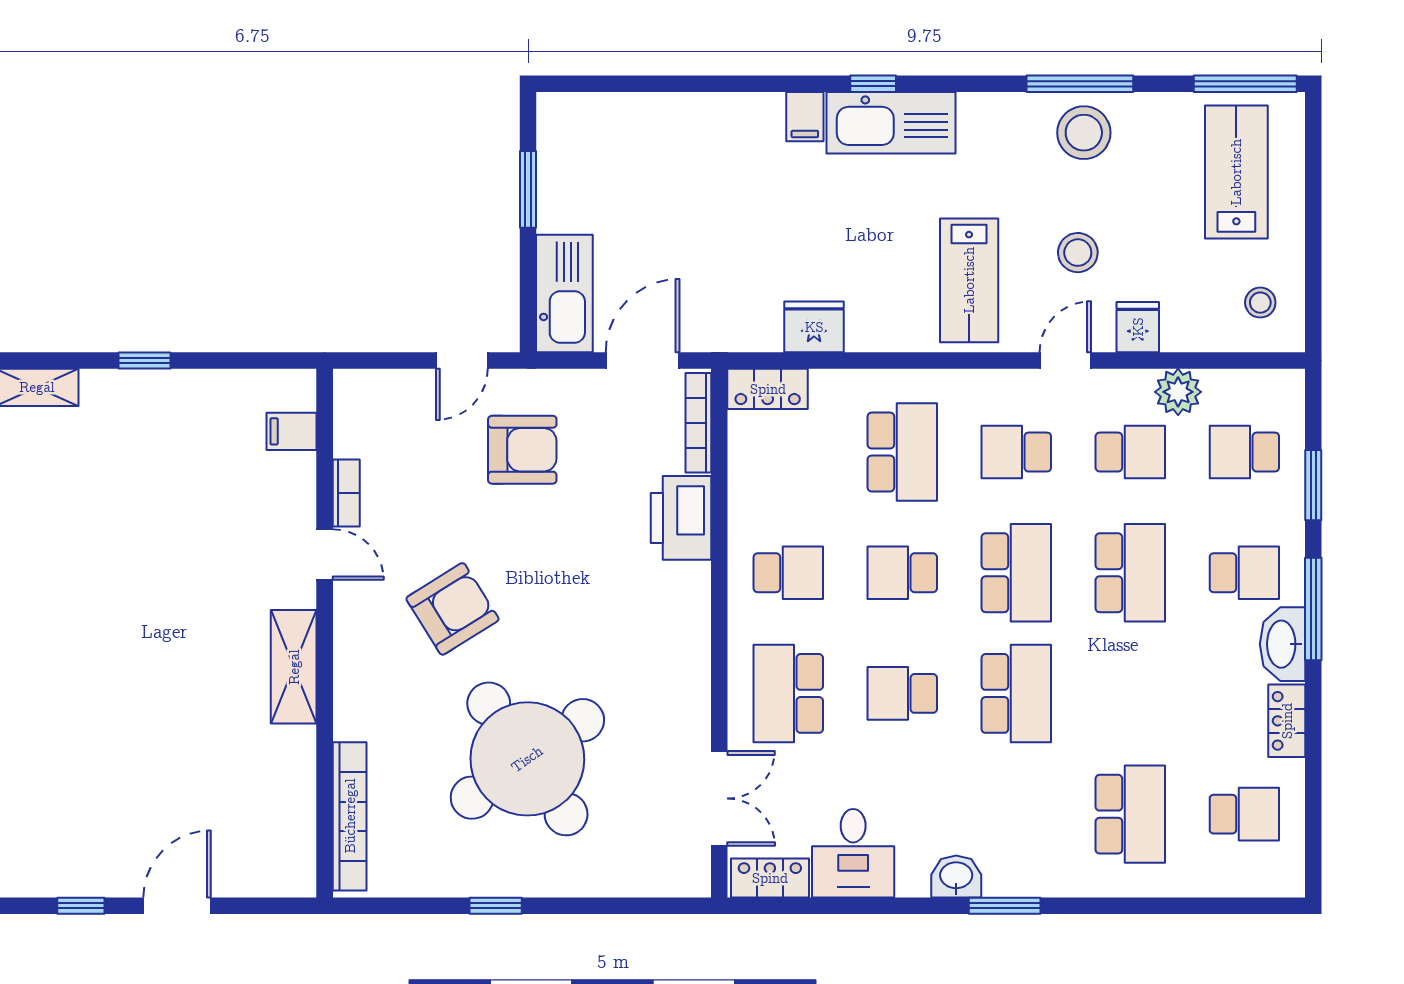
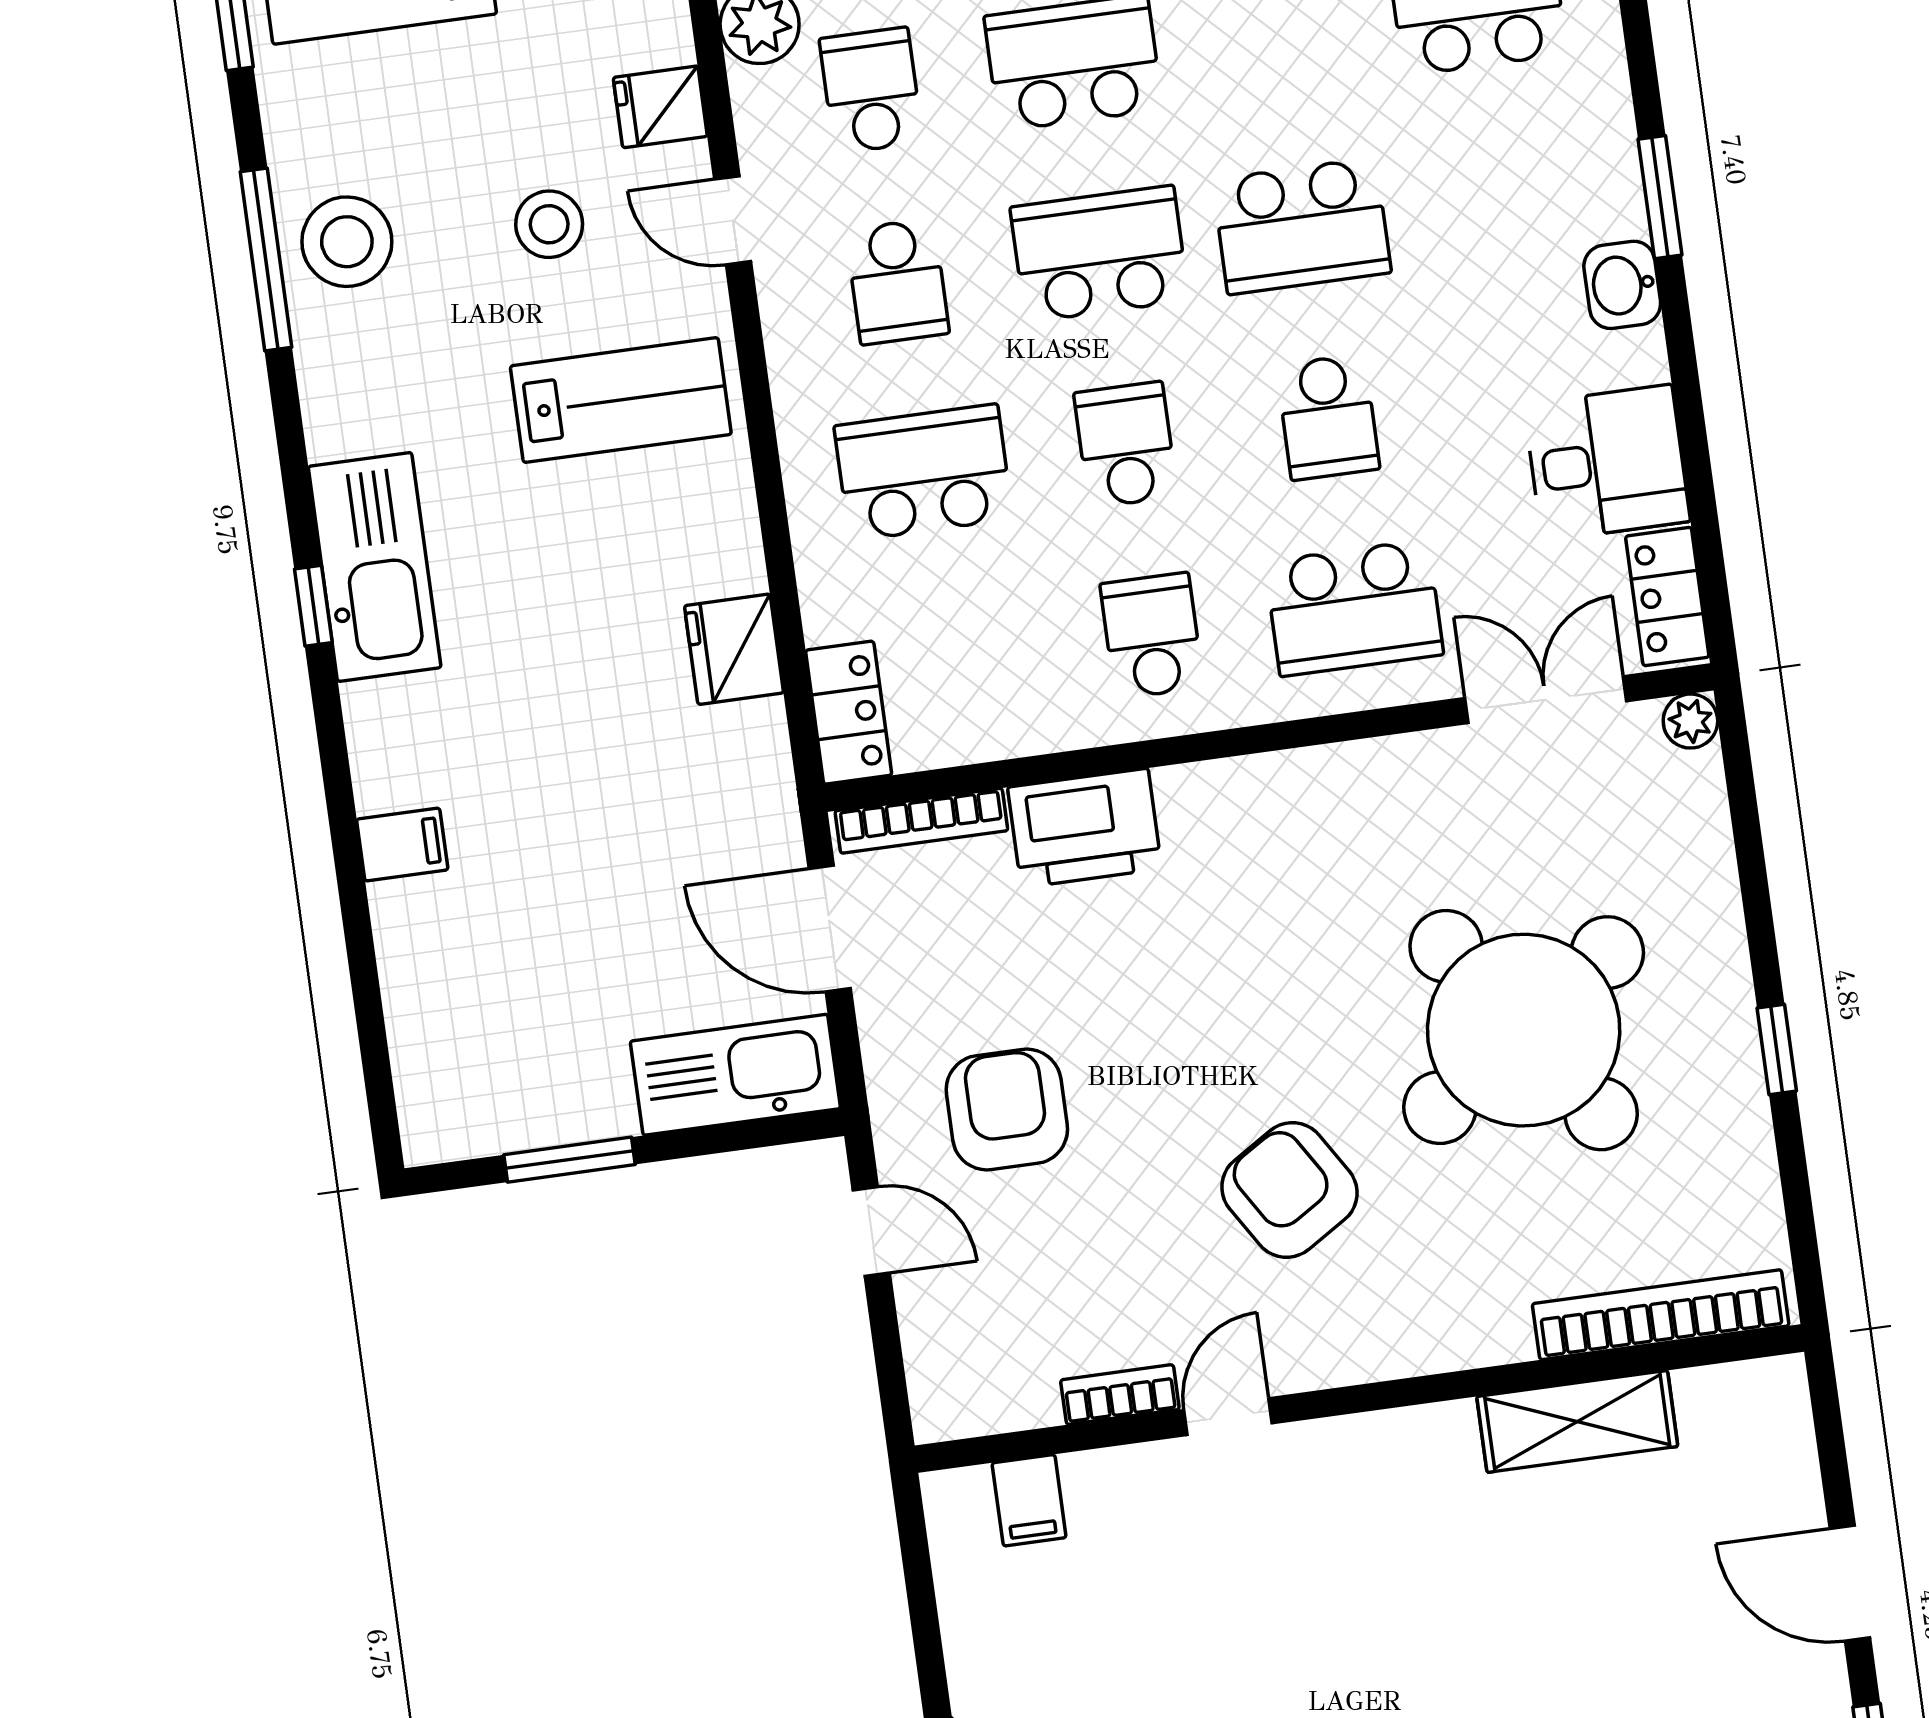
filing cabinet: (805, 117) -> (402, 845), moved
school desk: (902, 573) -> (1126, 445), turned 180
shelving: (294, 667) -> (1577, 1421), moved
school desk: (1016, 693) -> (1302, 226), turned 180
plant: (695, 881) -> (1690, 721), added

